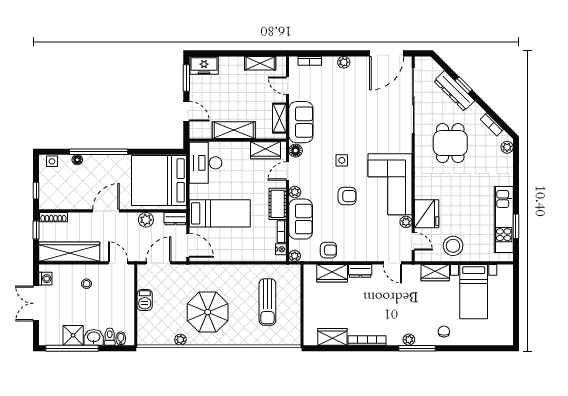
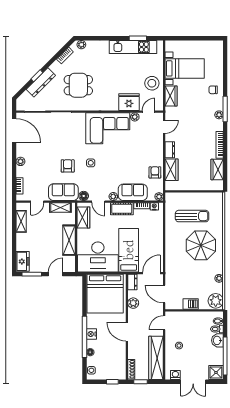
nightstand: (103, 161) -> (91, 334), added
desk: (205, 163) -> (98, 257), width x1.36, depth x1.30
armchair: (347, 196) -> (68, 166), moved
parasol: (208, 312) -> (201, 245), moved
shower: (73, 335) -> (216, 372), moved
plant: (149, 335) -> (216, 301), added

